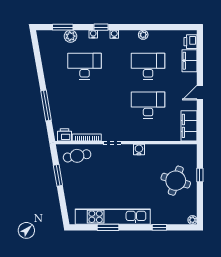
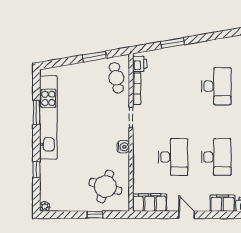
window: (46, 105) -> (172, 43), width x0.69
round table: (176, 181) -> (105, 186), moved

